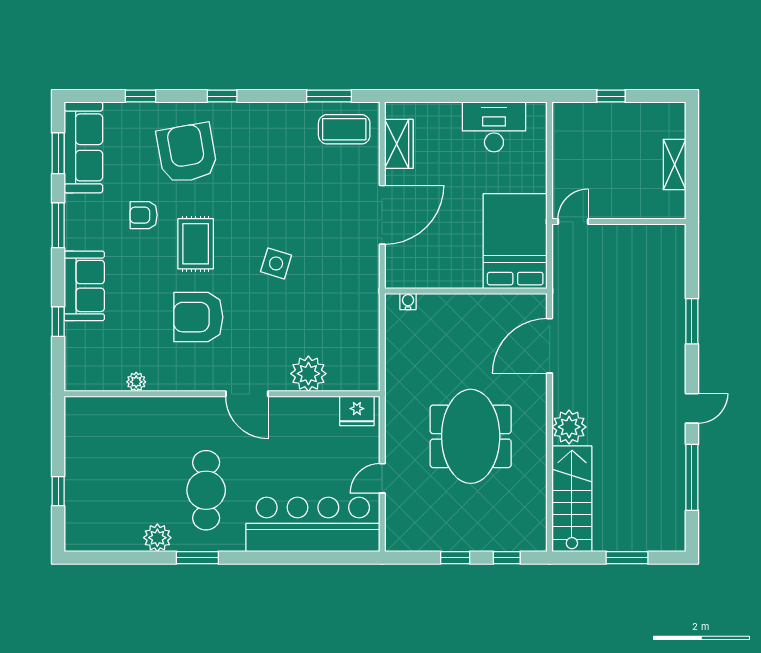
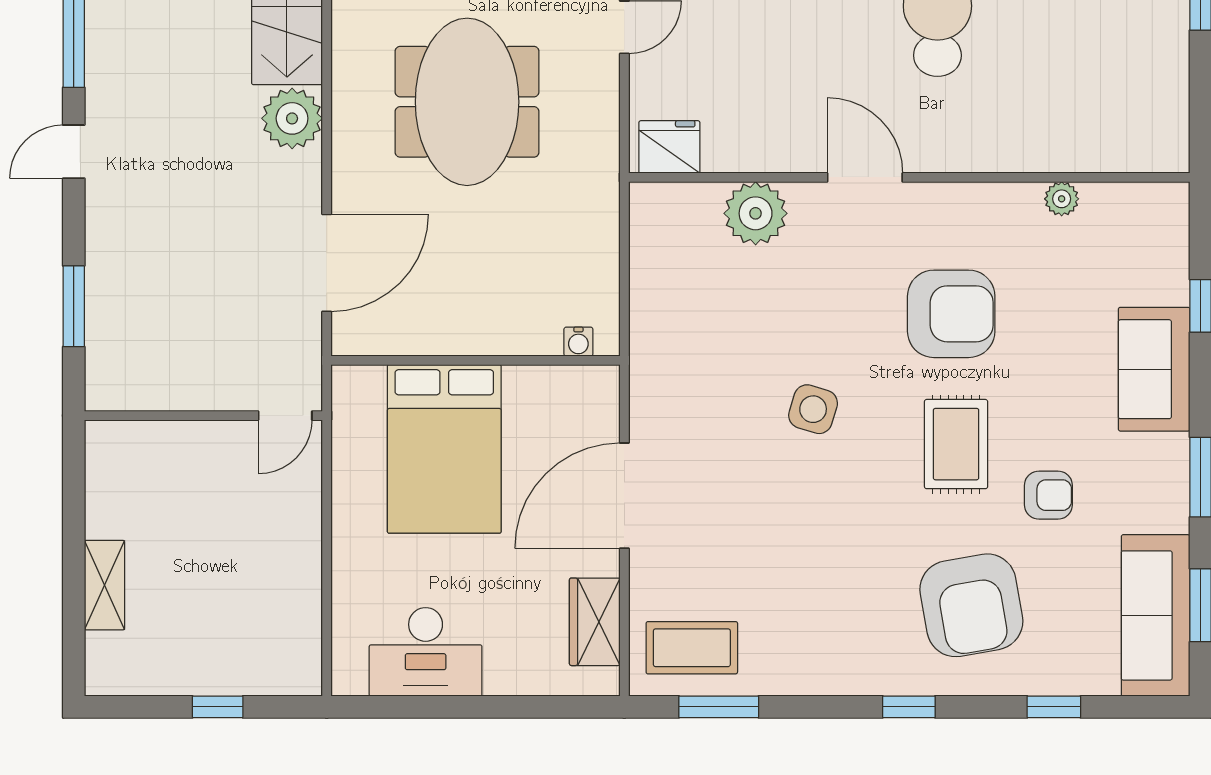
door: (573, 222) -> (285, 416), moved
wall: (619, 222) -> (203, 416), moved
bed: (515, 241) -> (444, 449), moved

